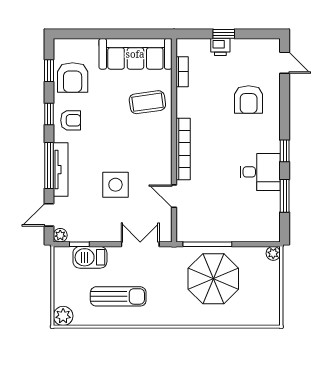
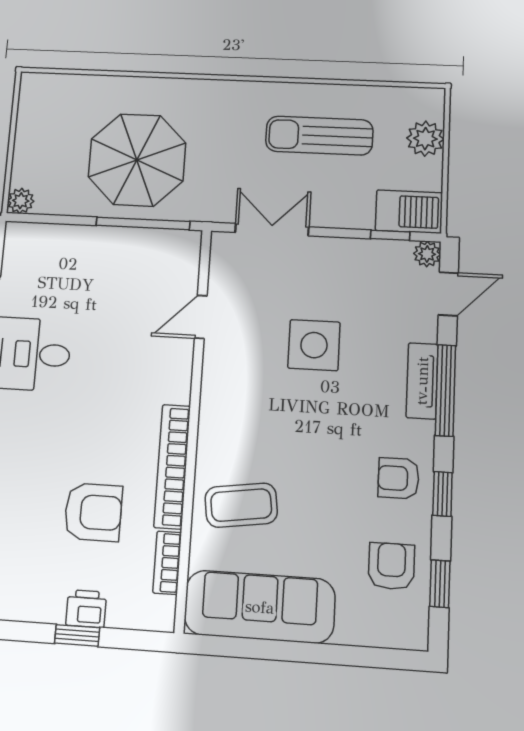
armchair: (73, 78) -> (391, 566), width x0.72, depth x0.72
armchair: (249, 100) -> (93, 512), moved, turned 90
bookcase: (183, 149) -> (172, 466), moved
tv unit: (61, 170) -> (422, 381), width x0.71
door: (174, 196) -> (201, 317), swing flipped
double door: (140, 244) -> (272, 230), swing flipped
barbecue: (90, 257) -> (409, 212), moved
plant: (63, 316) -> (425, 139), moved

